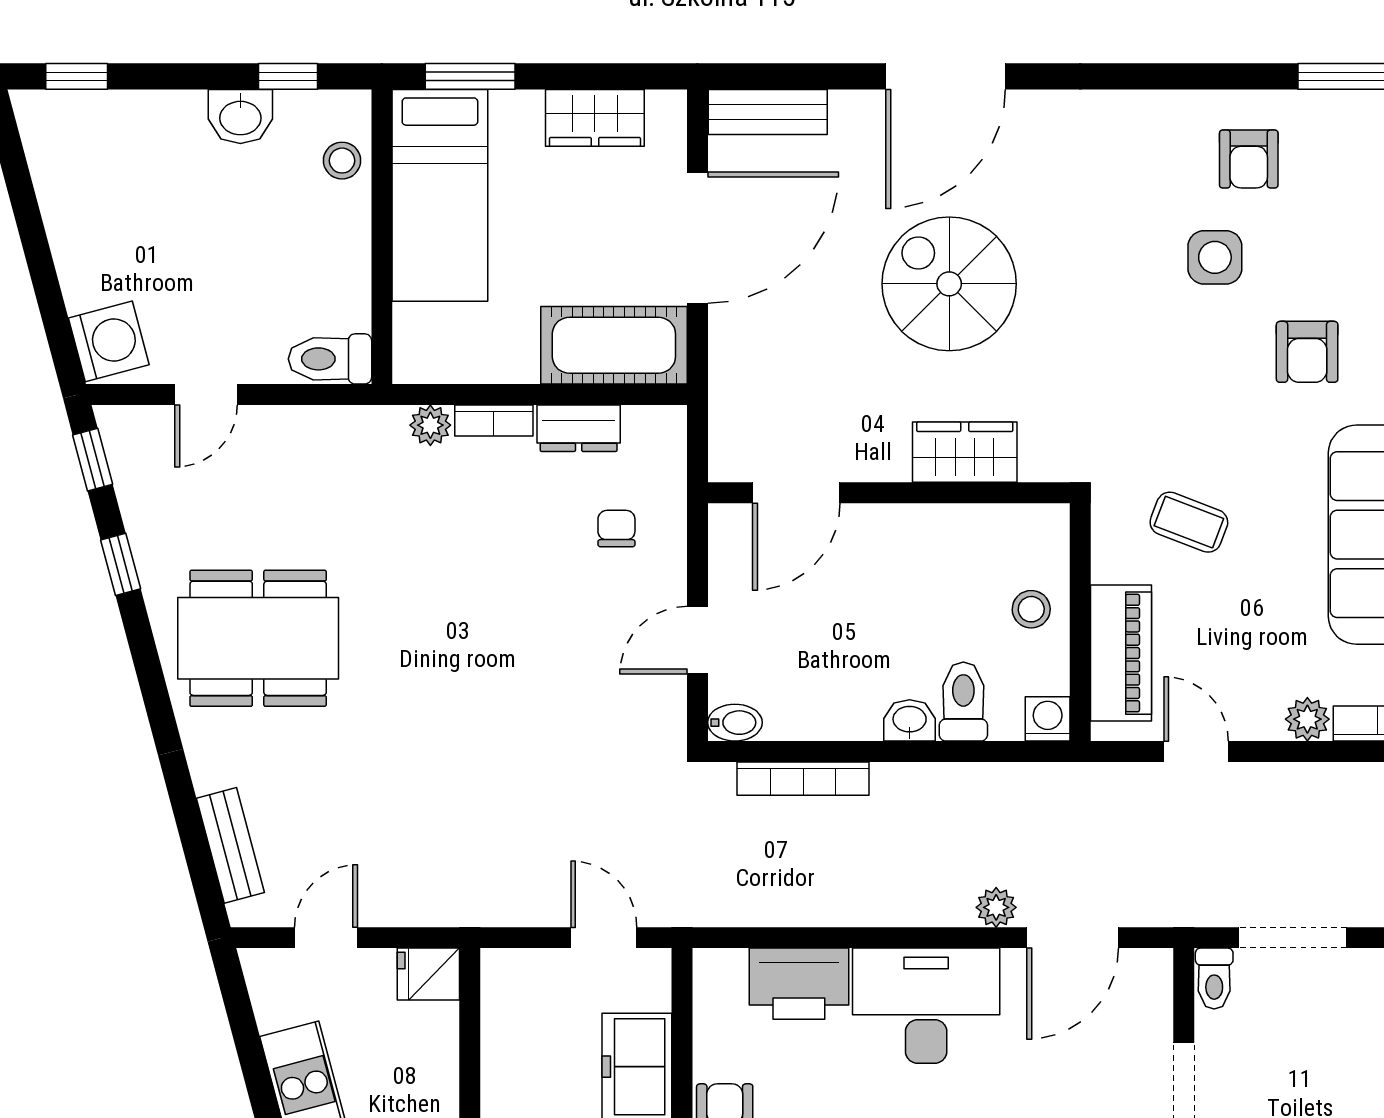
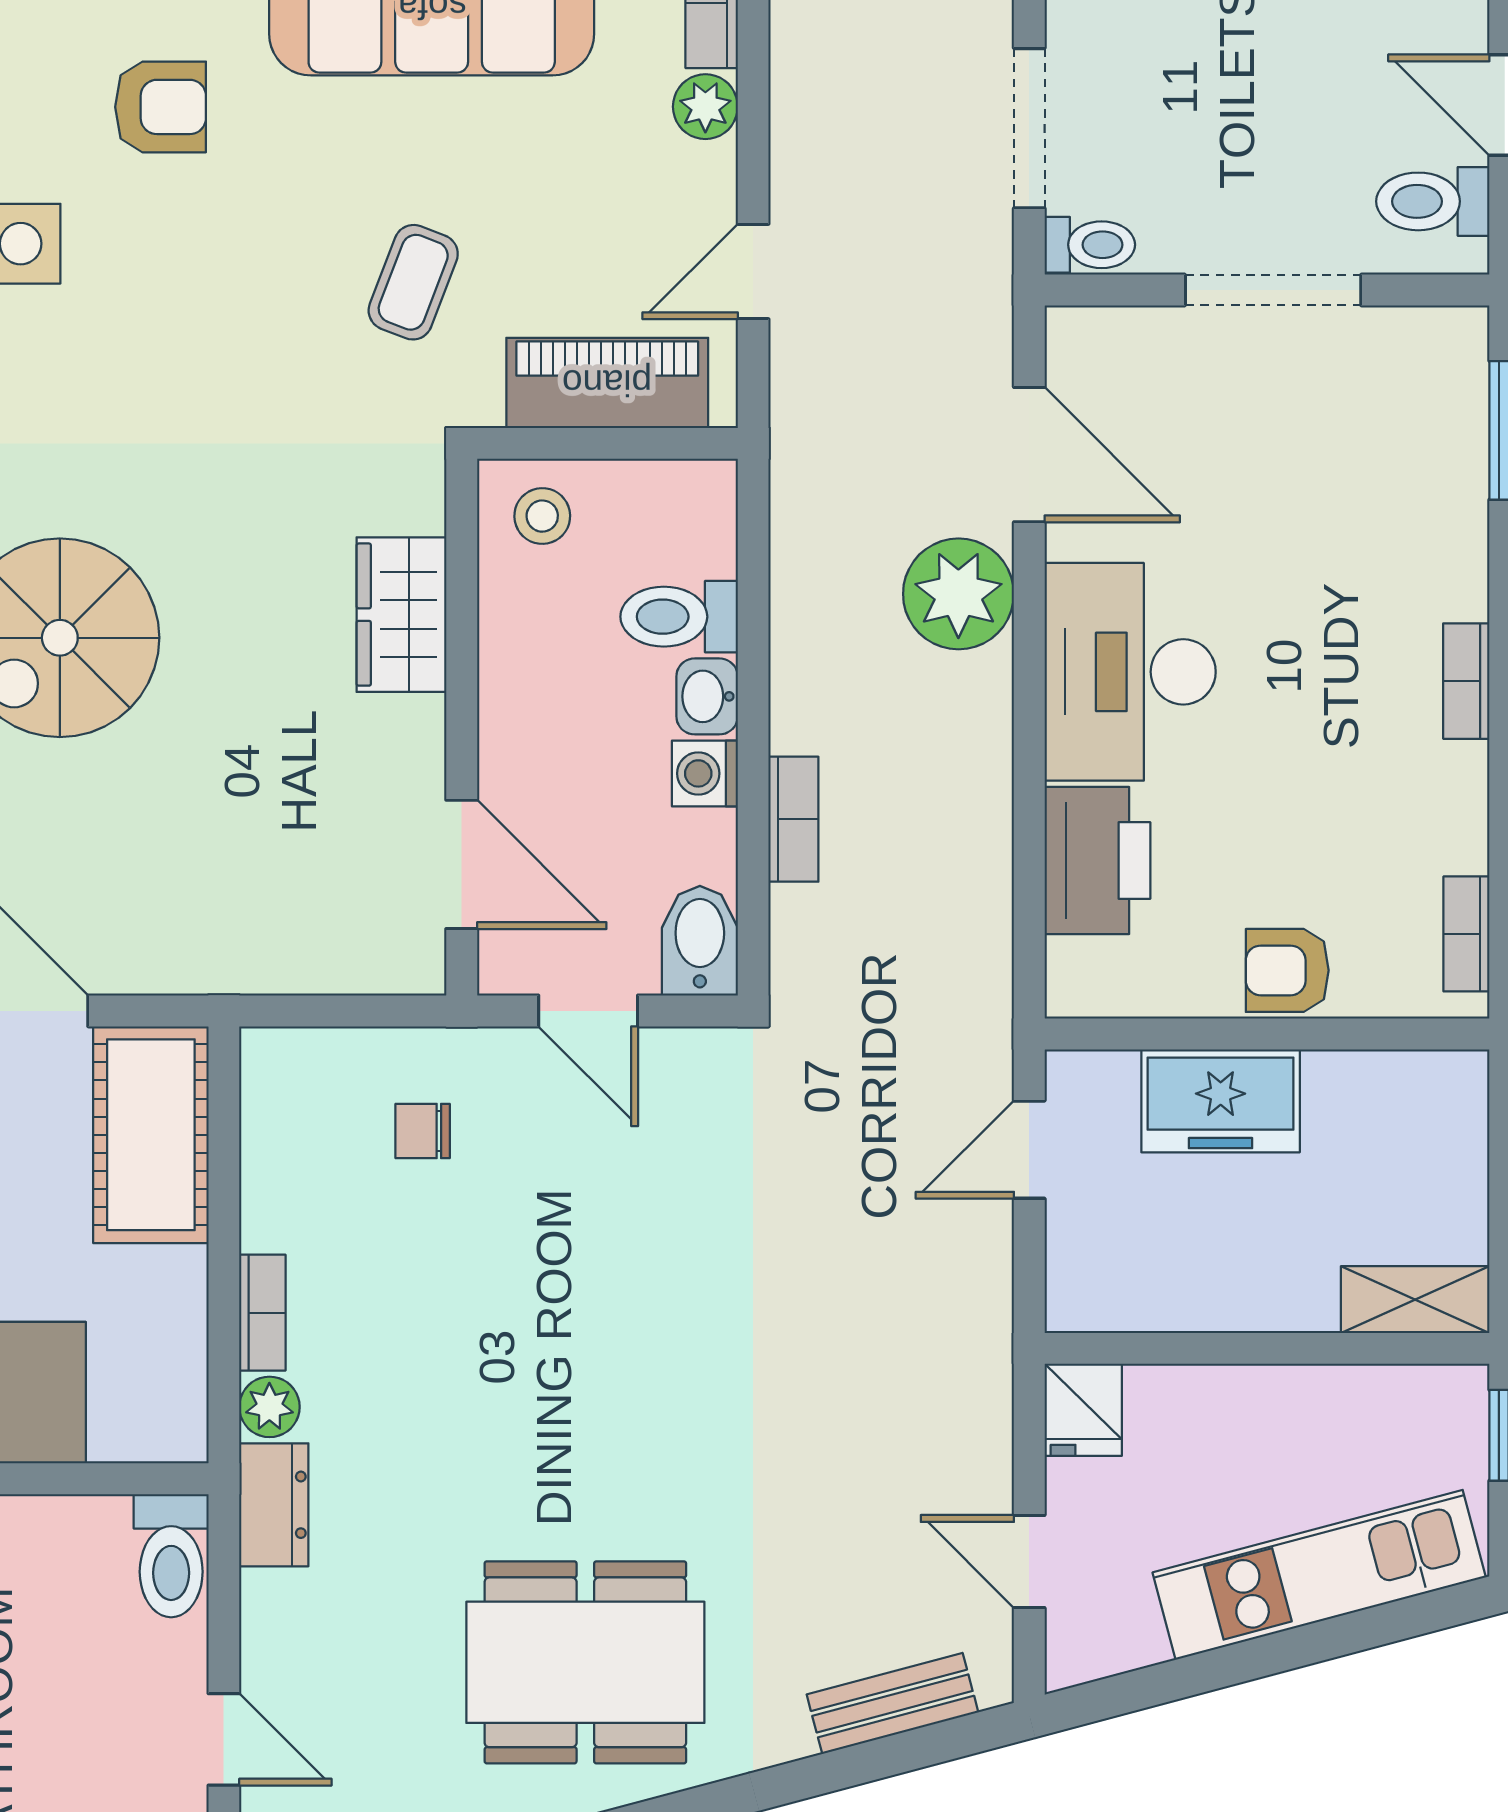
dresser: (579, 428) -> (274, 1505), moved
wardrobe: (965, 452) -> (401, 615), moved
door: (796, 493) -> (462, 864), moved
wall: (889, 493) -> (462, 727), moved
dining table: (258, 638) -> (585, 1662), turned 90
washing machine: (1048, 719) -> (705, 773), moved
bidet: (735, 723) -> (700, 941), width x1.38, depth x1.36
bookcase: (803, 779) -> (793, 819), width x0.64
plant: (996, 907) -> (958, 594), width x1.88, depth x1.88

